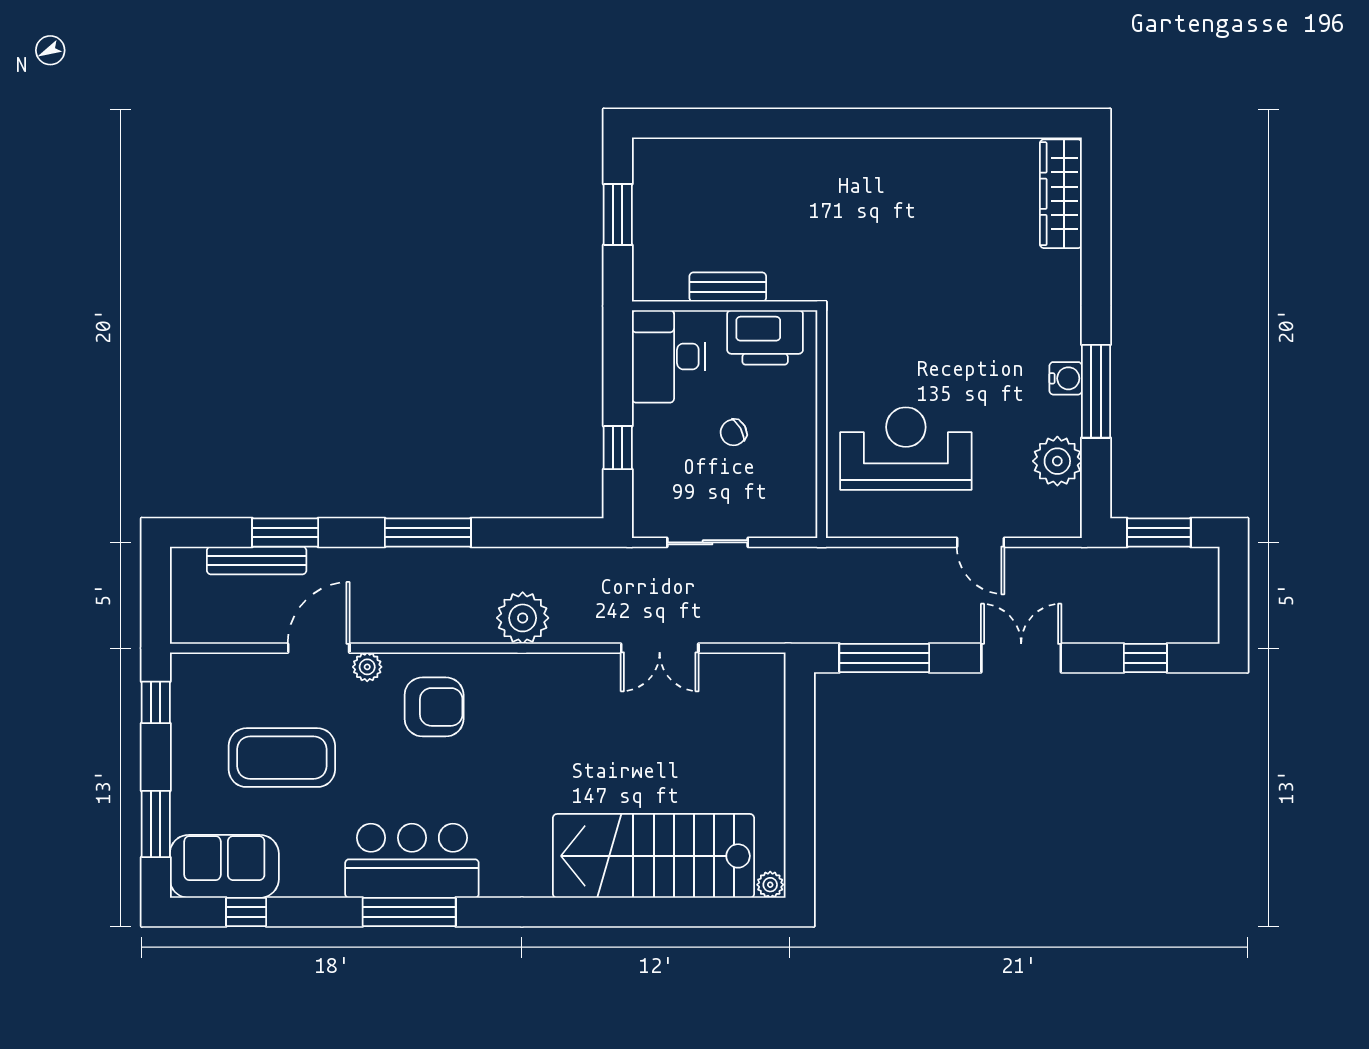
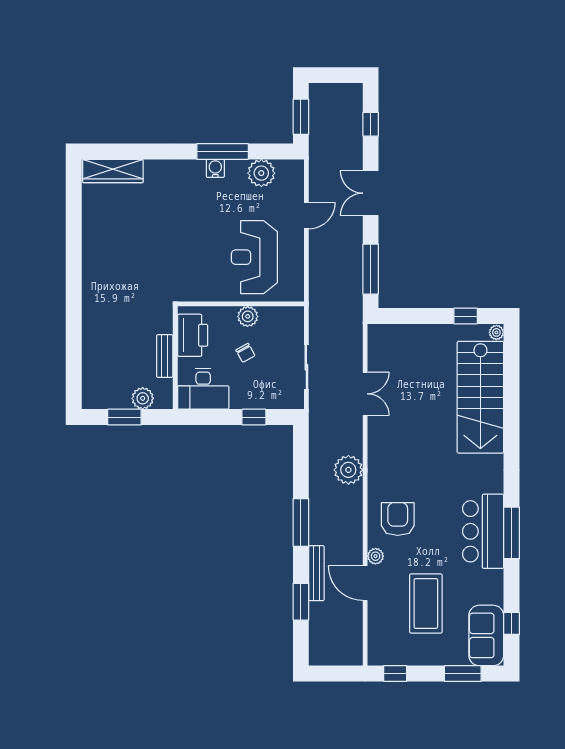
plant: (651, 247) -> (143, 398), added
plant: (799, 437) -> (248, 316), added
bench: (257, 560) -> (316, 573), moved
window: (800, 829) -> (466, 316), added

